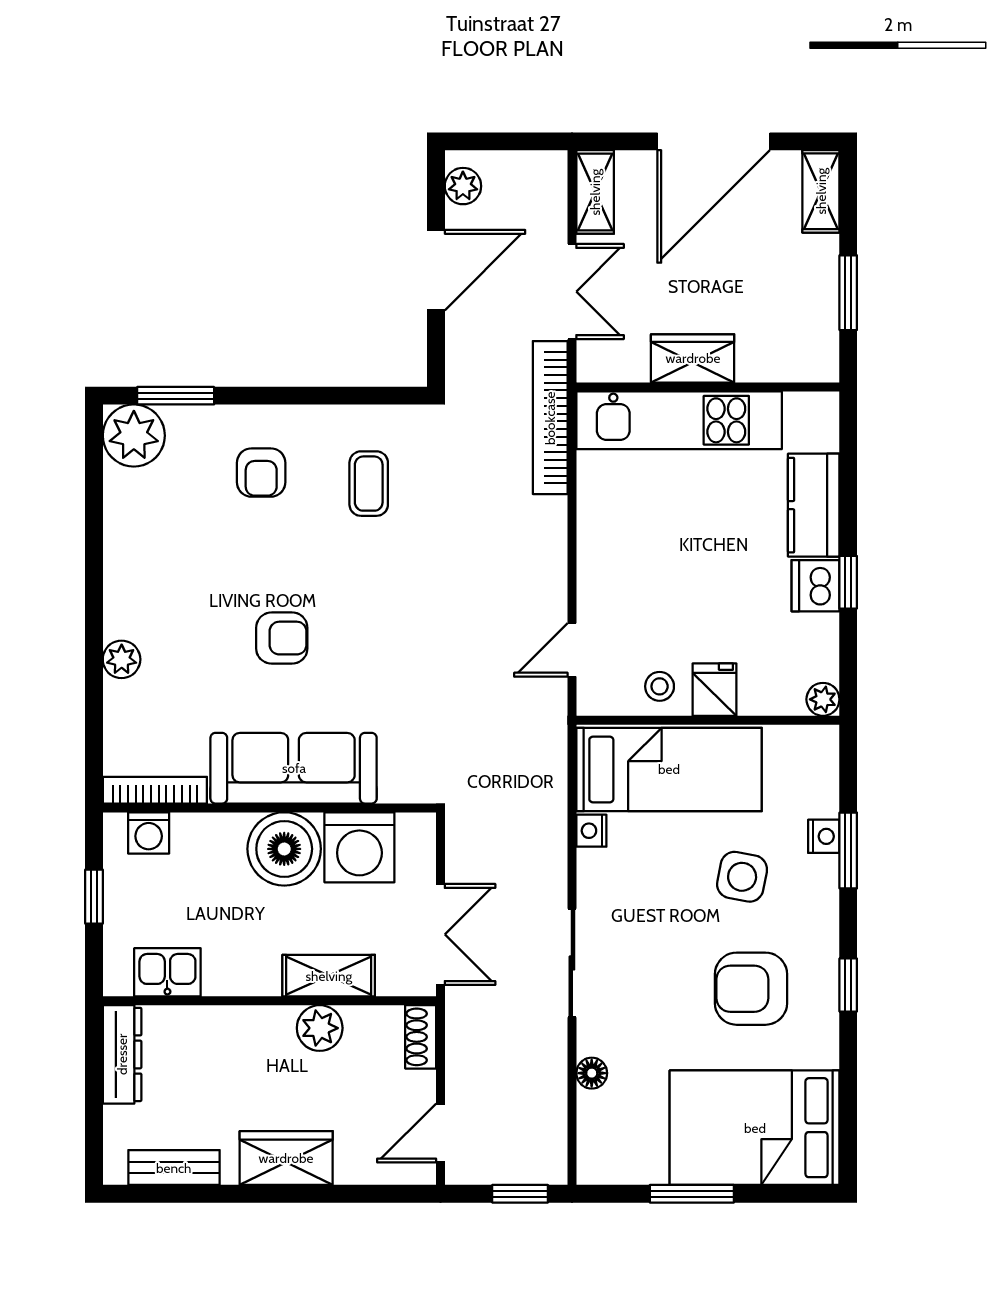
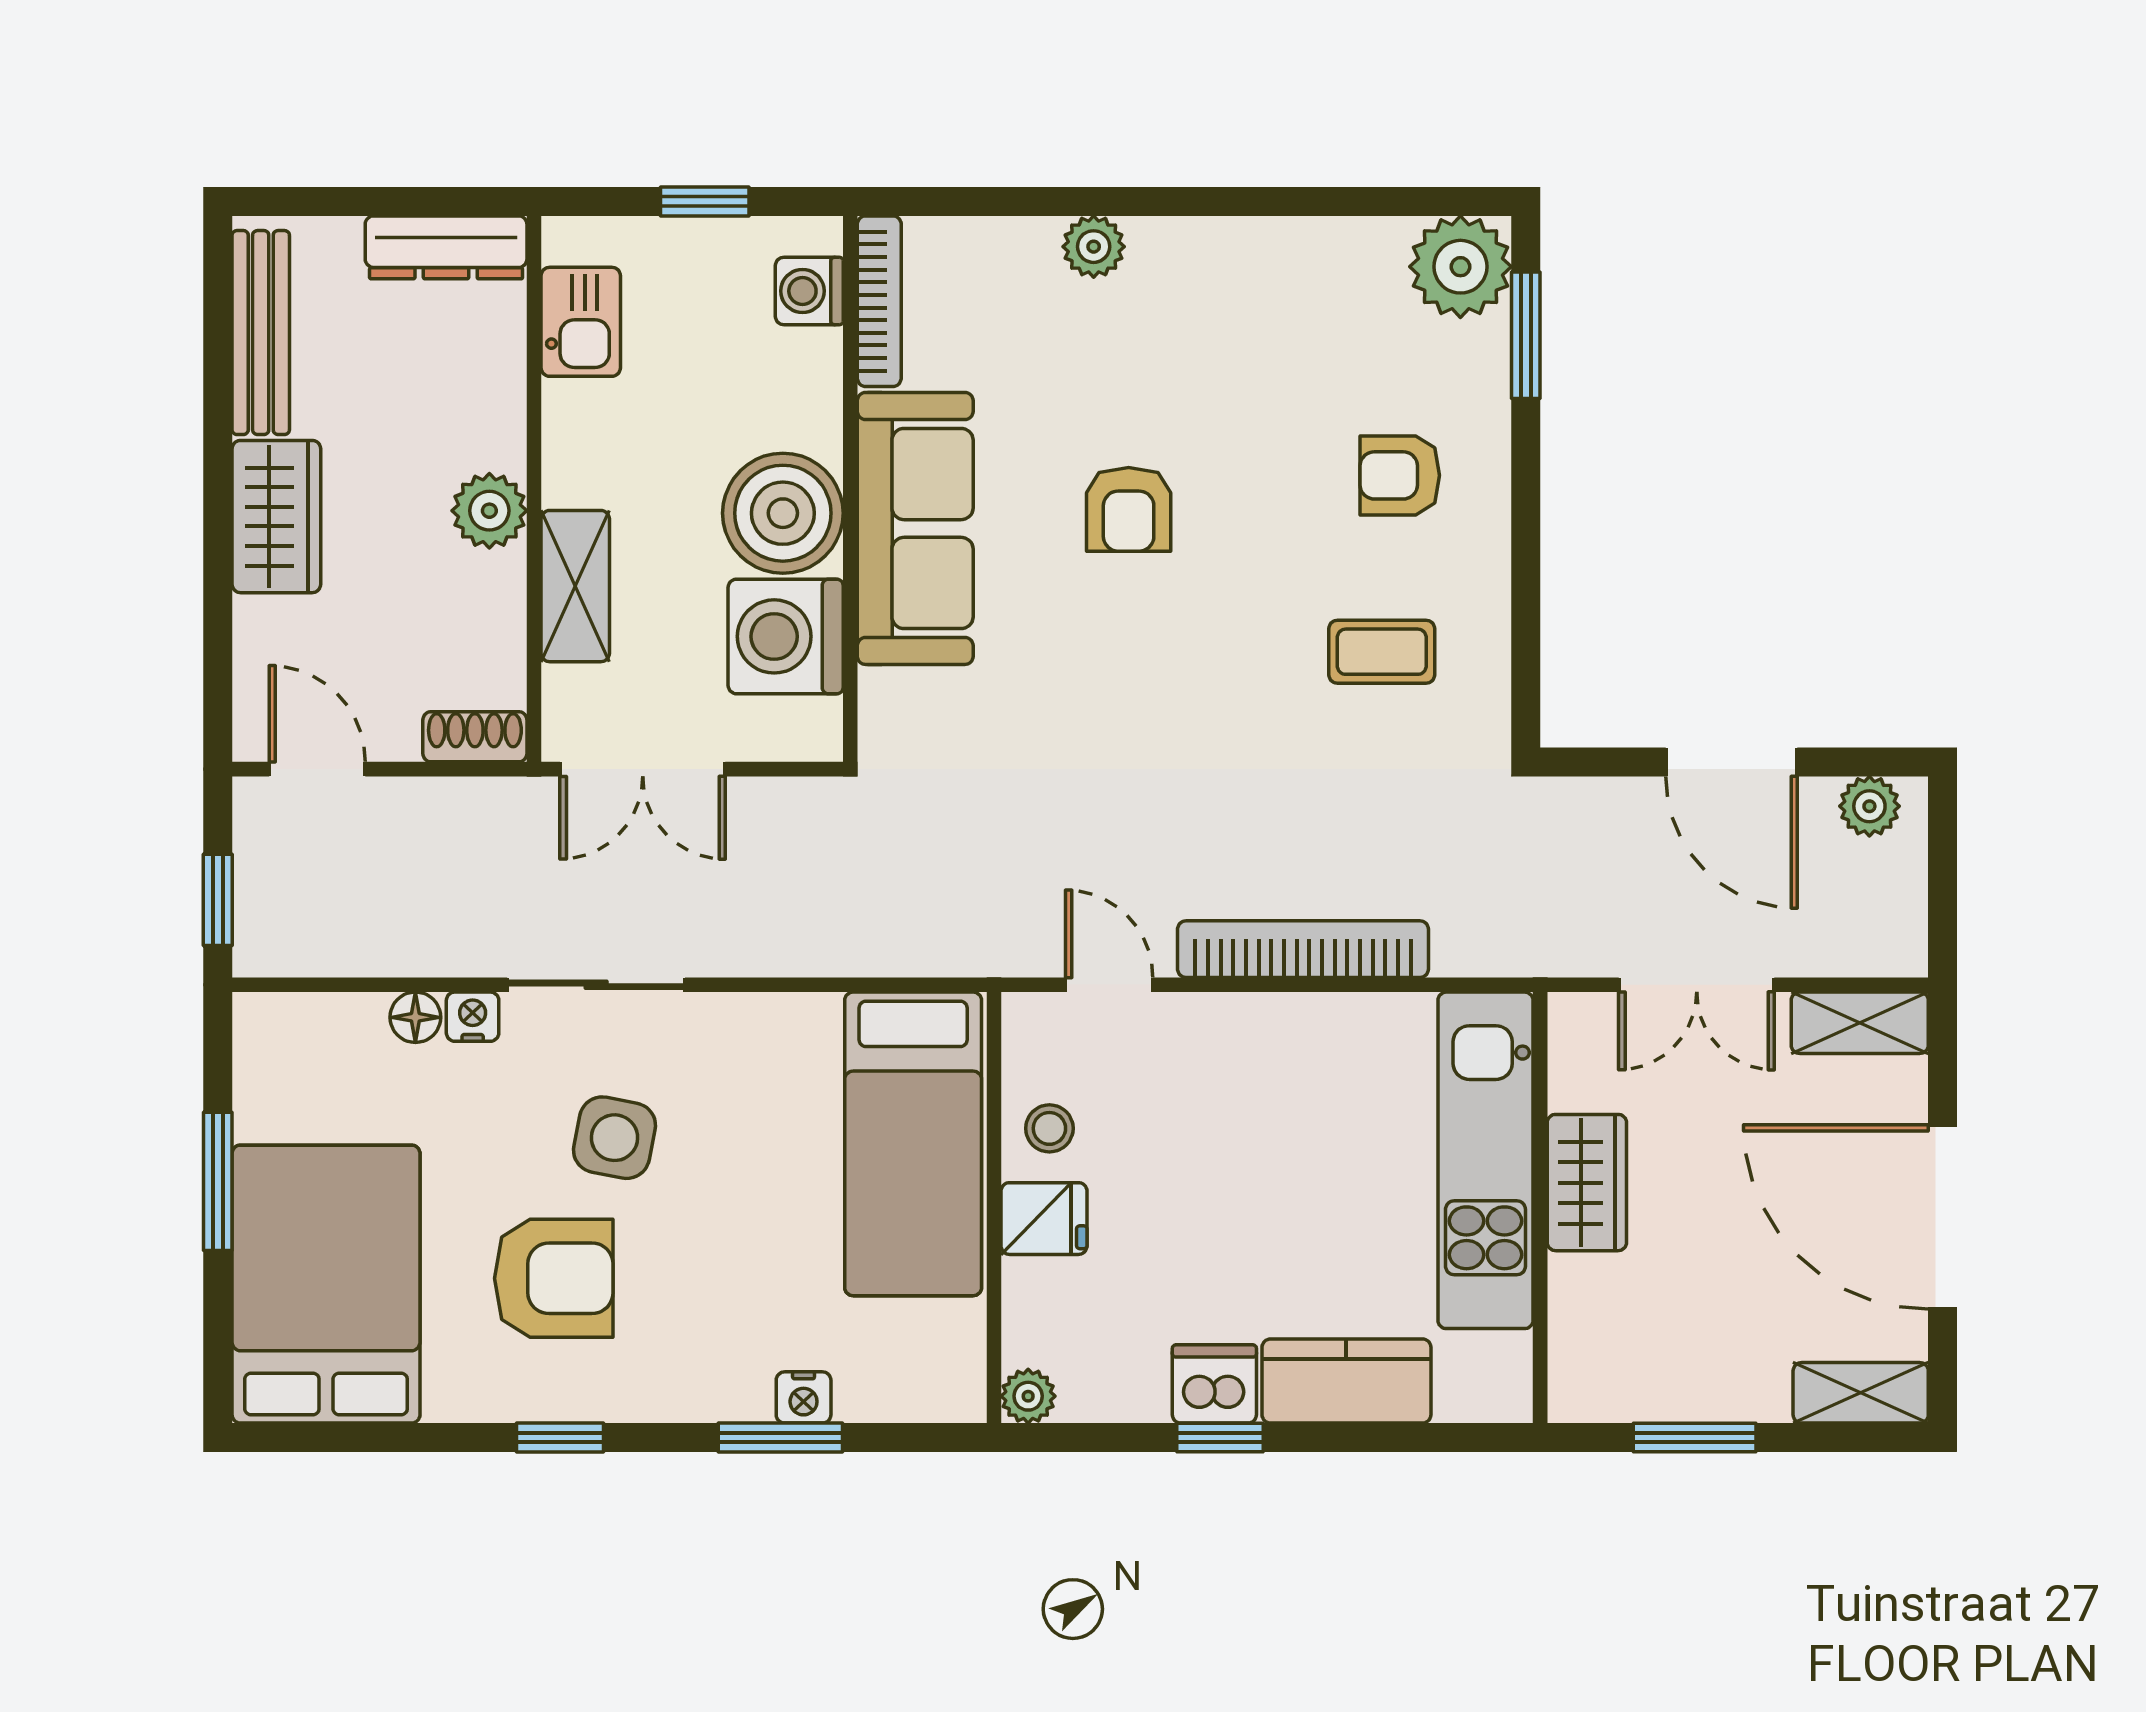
bookcase: (550, 418) -> (1303, 949), moved
nightstand: (591, 831) -> (473, 1017), moved
side table: (742, 877) -> (614, 1138), moved
armchair: (751, 989) -> (554, 1278), turned 90
plant: (320, 1028) -> (489, 511), moved
bench: (174, 1168) -> (261, 333), width x1.36

